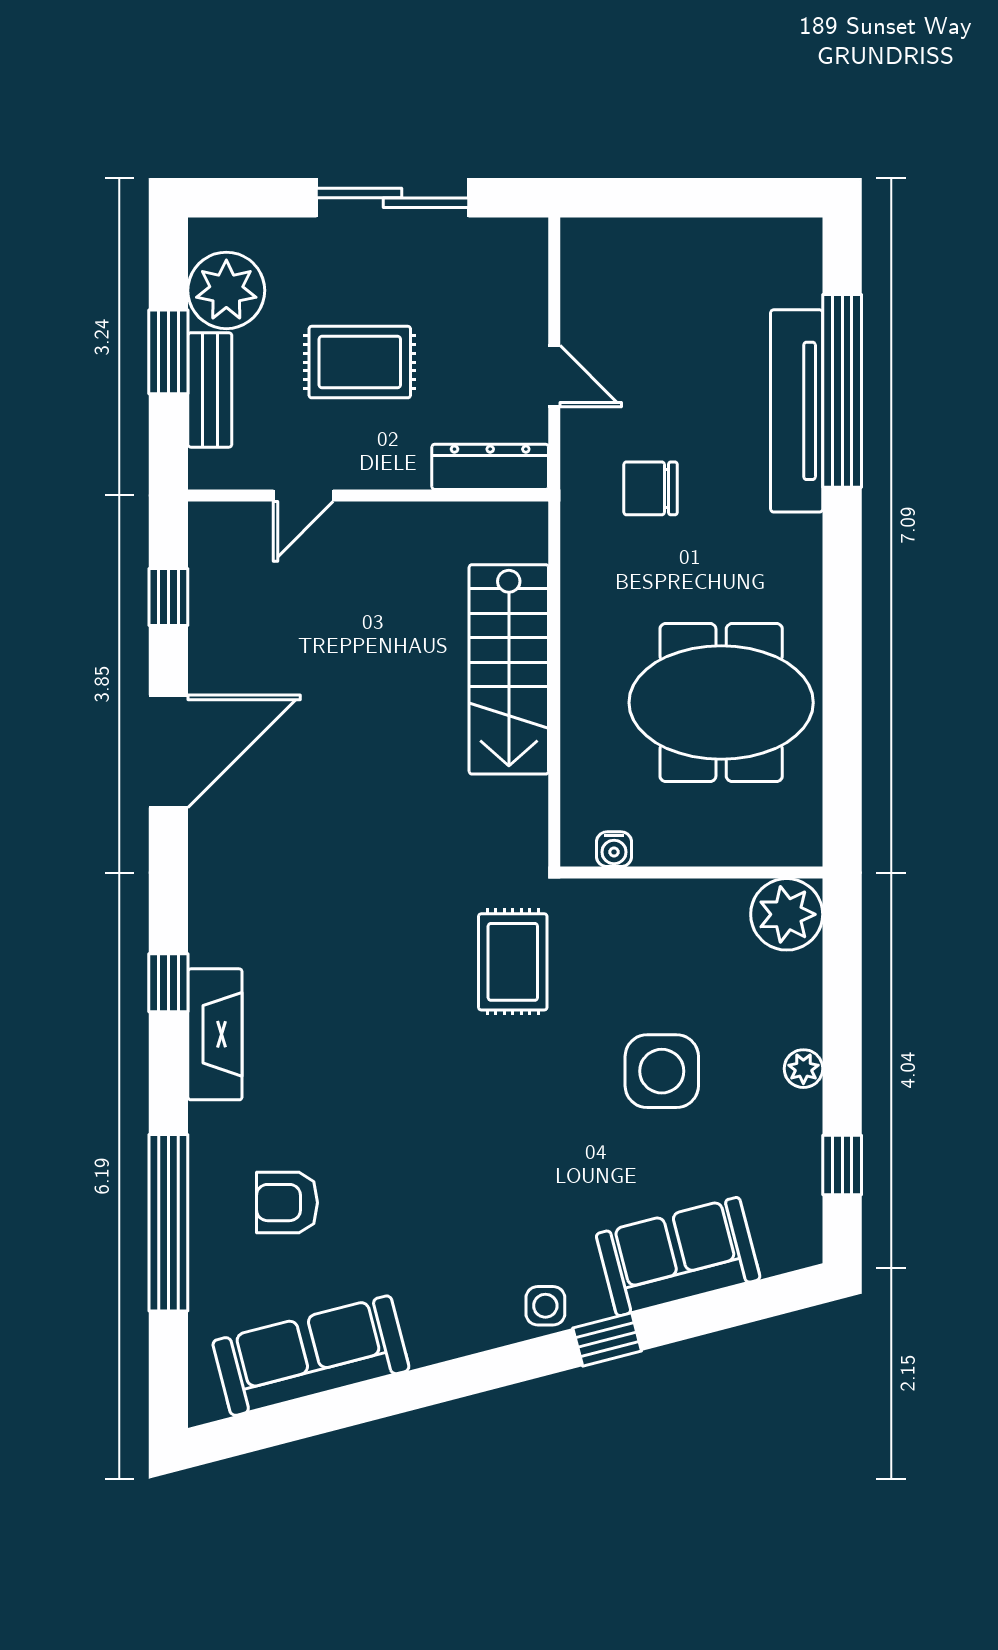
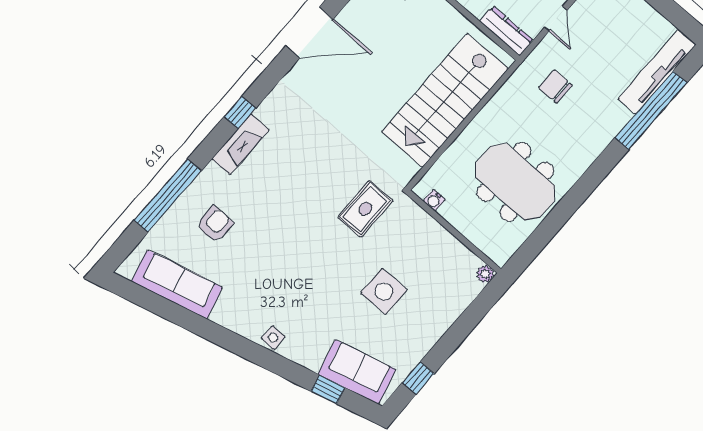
tv unit: (797, 411) -> (657, 72), moved
stairs: (509, 669) -> (445, 100), width x1.36, depth x1.51
plant: (787, 914) -> (485, 274), width x0.53, depth x0.53
plant: (803, 1069) -> (434, 333), removed
armchair: (287, 1203) -> (215, 224), turned 90
sofa: (678, 1257) -> (357, 372), moved
window: (607, 1339) -> (328, 389), moved

